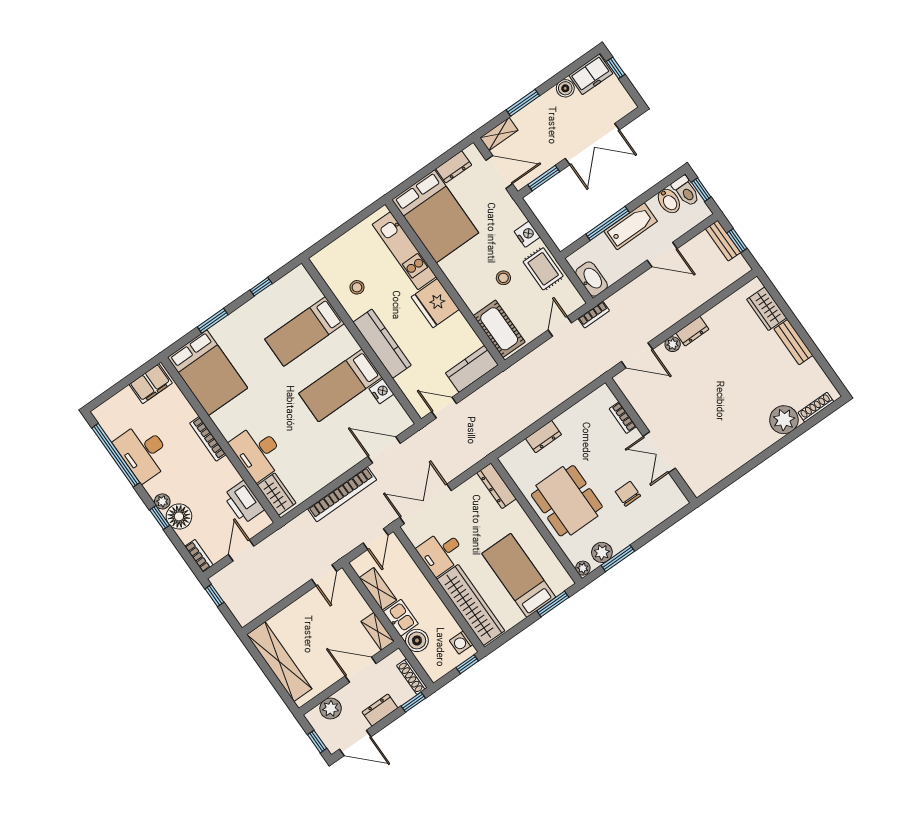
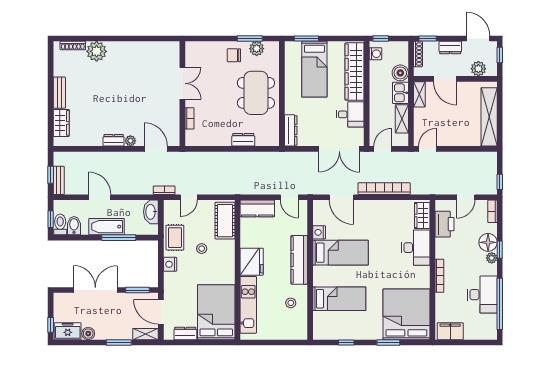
bed: (208, 373) -> (406, 314), width x1.36
chair: (628, 494) -> (234, 55), moved, turned 90
plant: (583, 568) -> (274, 47), removed

